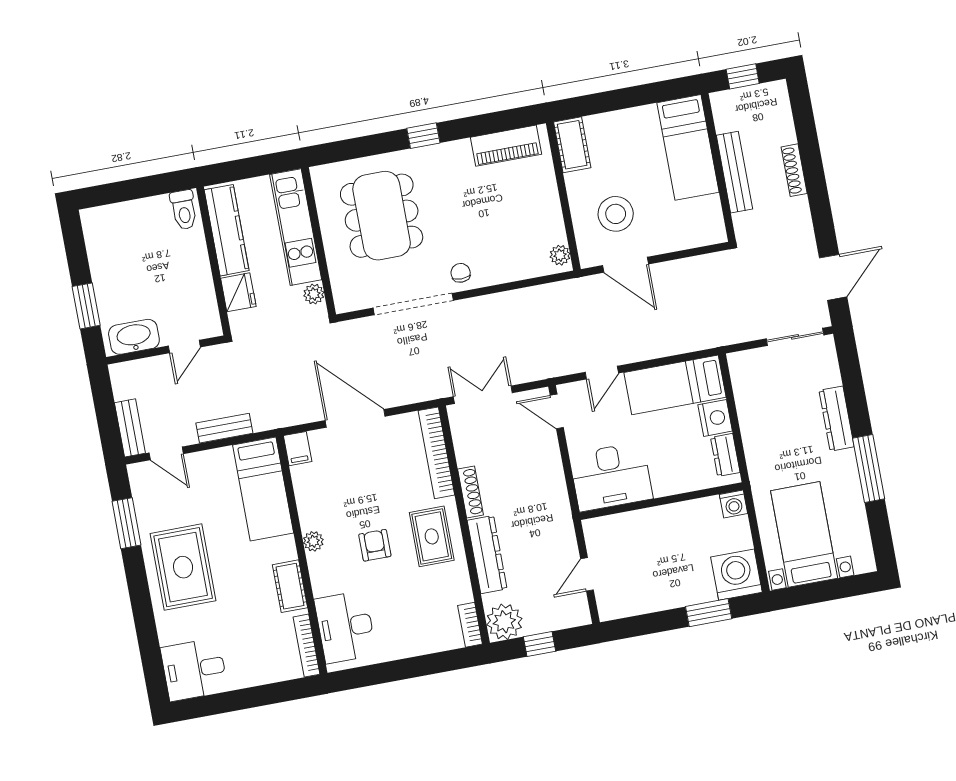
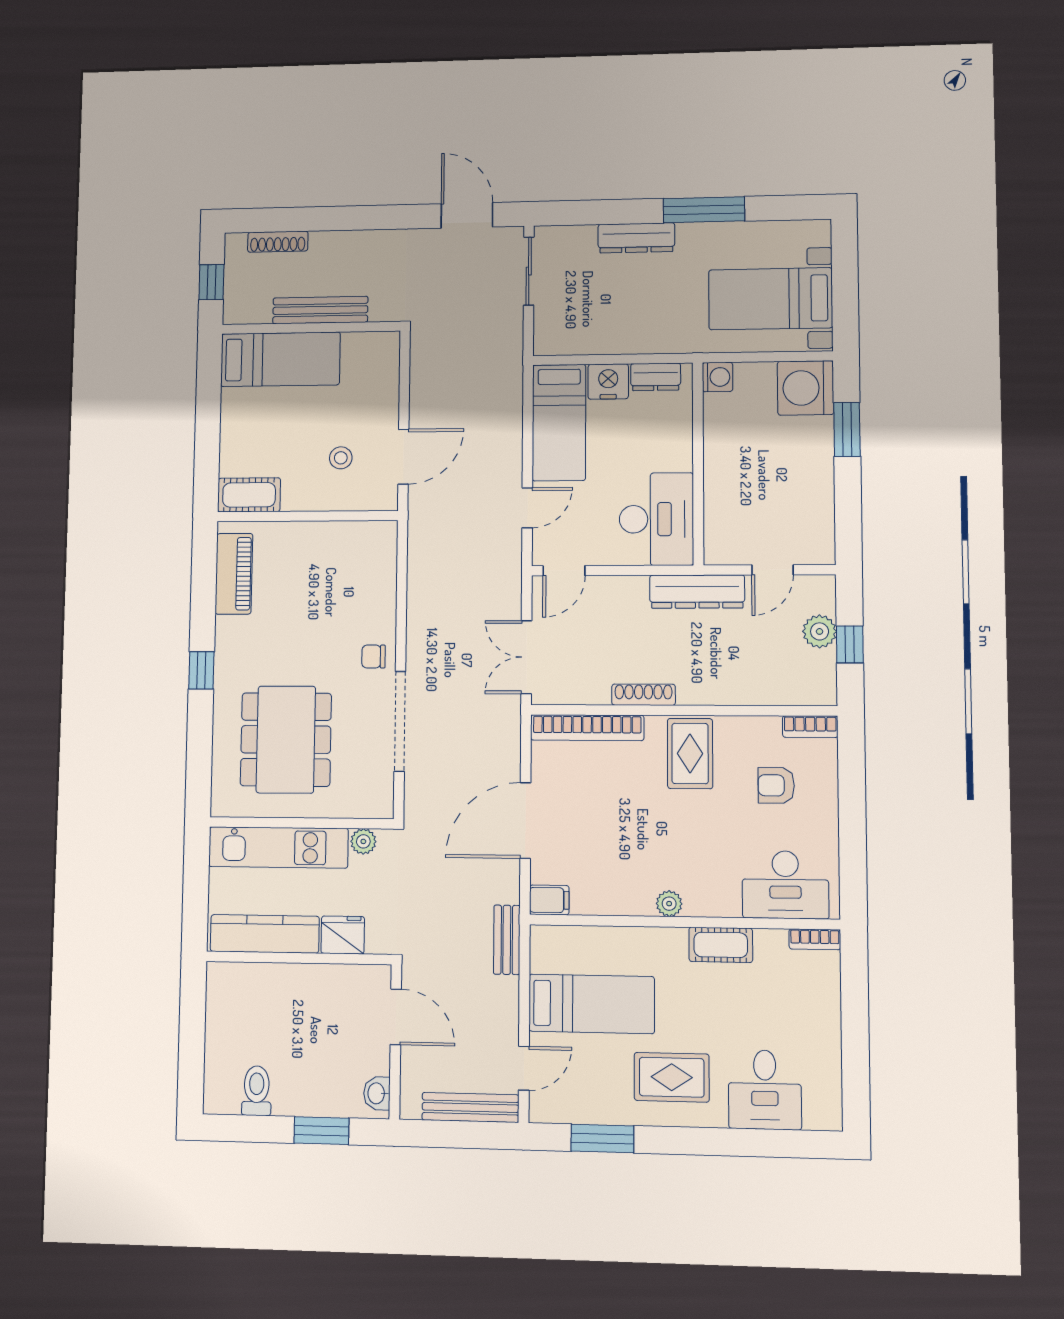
shoe rack: (794, 170) -> (278, 242), moved
toilet: (184, 210) -> (257, 1091), moved, turned -90
stool: (616, 214) -> (341, 458), width x0.53, depth x0.53
dining table: (382, 216) -> (286, 739), turned 90
plant: (560, 255) -> (376, 533), removed
washbasin: (134, 337) -> (377, 1093), width x0.52, depth x0.69
door: (184, 347) -> (396, 1017), width x1.38
door: (602, 373) -> (527, 508), hinge flipped
bench: (130, 428) -> (470, 1107), width x1.36
bench: (224, 428) -> (507, 940), moved
bed: (263, 489) -> (592, 1004), moved
rug: (432, 536) -> (690, 754), turned 90
armchair: (375, 545) -> (776, 785), moved
dresser: (487, 555) -> (697, 592), moved, turned 180
rug: (183, 567) -> (672, 1077), width x0.73, depth x0.70
door: (587, 574) -> (772, 570), hinge flipped
plant: (504, 622) -> (820, 631), moved, width x0.73, depth x0.73
bookcase: (307, 646) -> (815, 939), width x0.64
desk: (194, 669) -> (765, 1090), moved

